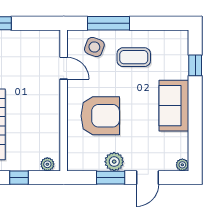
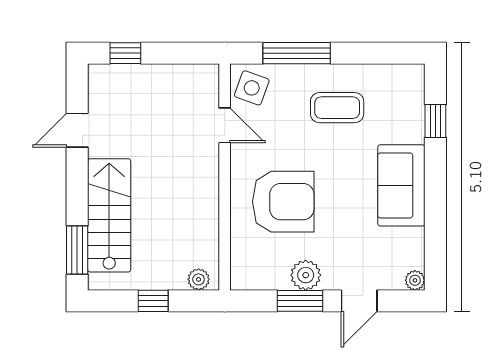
side table: (94, 47) -> (252, 88), moved

